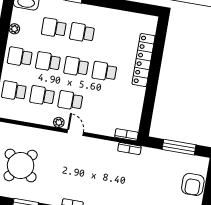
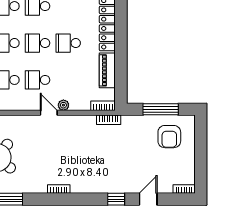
piano: (136, 103) -> (107, 70), added
plant: (59, 122) -> (63, 105), moved
armchair: (193, 184) -> (169, 137), moved

